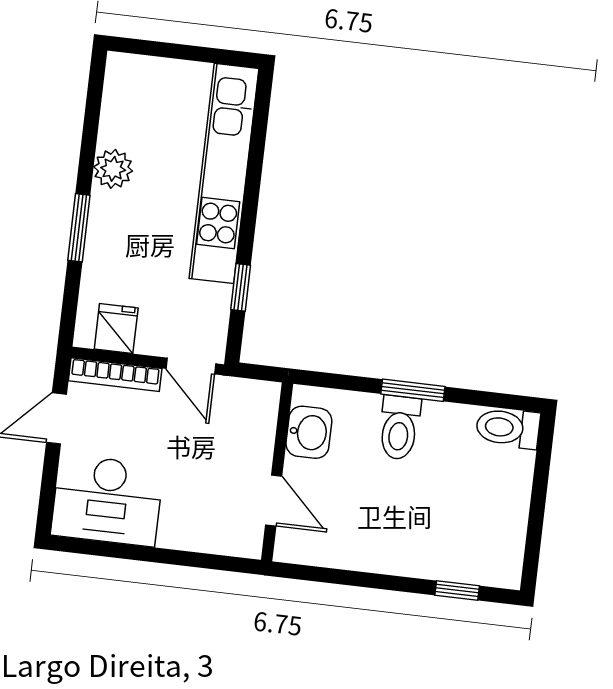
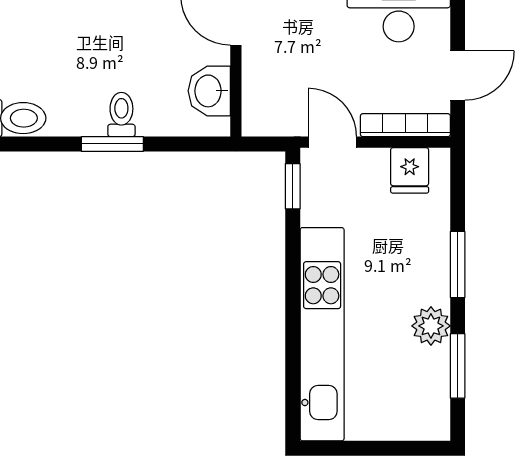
window: (91, 125) -> (458, 366), added
window: (241, 287) -> (293, 186), moved
toilet: (399, 428) -> (121, 114), width x0.73, depth x0.72

